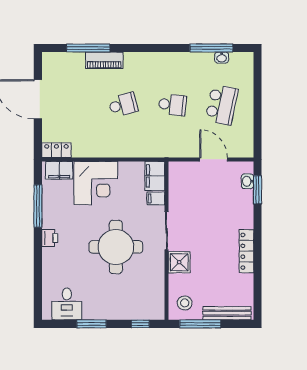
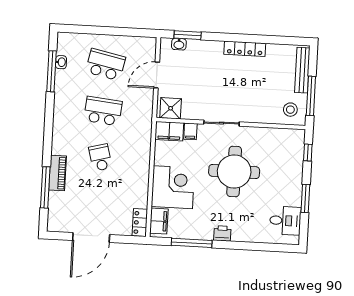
school desk: (172, 105) -> (103, 111), width x1.85
shower: (179, 262) -> (171, 108), moved

